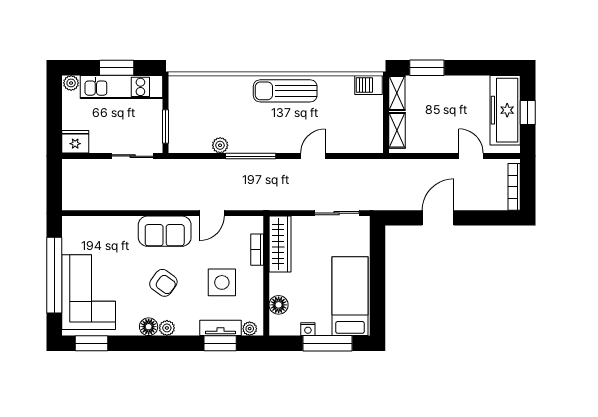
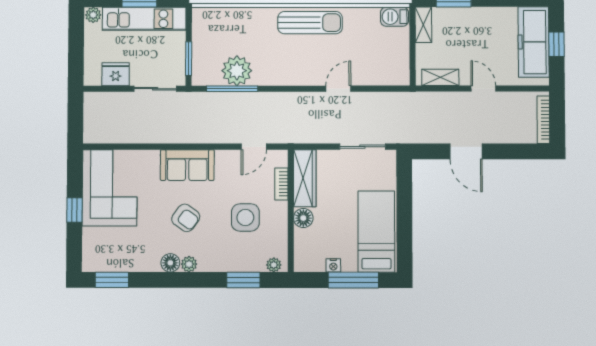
sun lounger: (285, 91) -> (310, 23), turned 180
shelving: (397, 130) -> (440, 77), moved, turned 90
fridge: (75, 142) -> (116, 74), moved
plant: (220, 145) -> (237, 71), width x1.87, depth x1.87
window: (251, 156) -> (232, 89), moved
door: (471, 156) -> (483, 89), moved
door: (212, 213) -> (254, 147), moved
door: (438, 218) -> (466, 151), swing flipped
window: (54, 275) -> (75, 210), width x0.32
corner sofa: (89, 292) -> (110, 188), moved
floor lamp: (279, 305) -> (303, 218), moved
tv unit: (220, 328) -> (244, 264), removed

